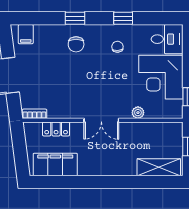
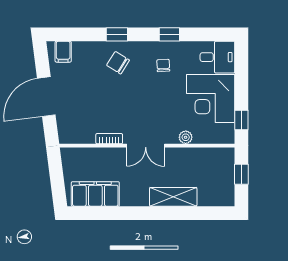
chair: (76, 44) -> (118, 63), turned 122
bookcase: (34, 114) -> (109, 139), moved
locker: (56, 129) -> (96, 155), removed
shelving: (159, 167) -> (173, 197), moved

